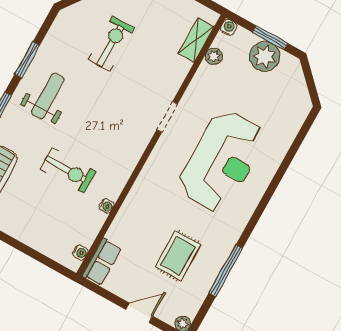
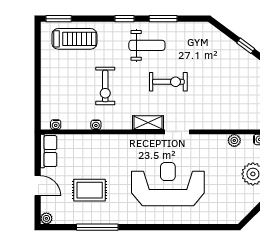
shelving: (196, 40) -> (148, 123), moved
exercise bike: (111, 44) -> (168, 82), moved
reception desk: (222, 161) -> (168, 184), turned 180
row of seats: (102, 262) -> (49, 151), moved, turned -90

